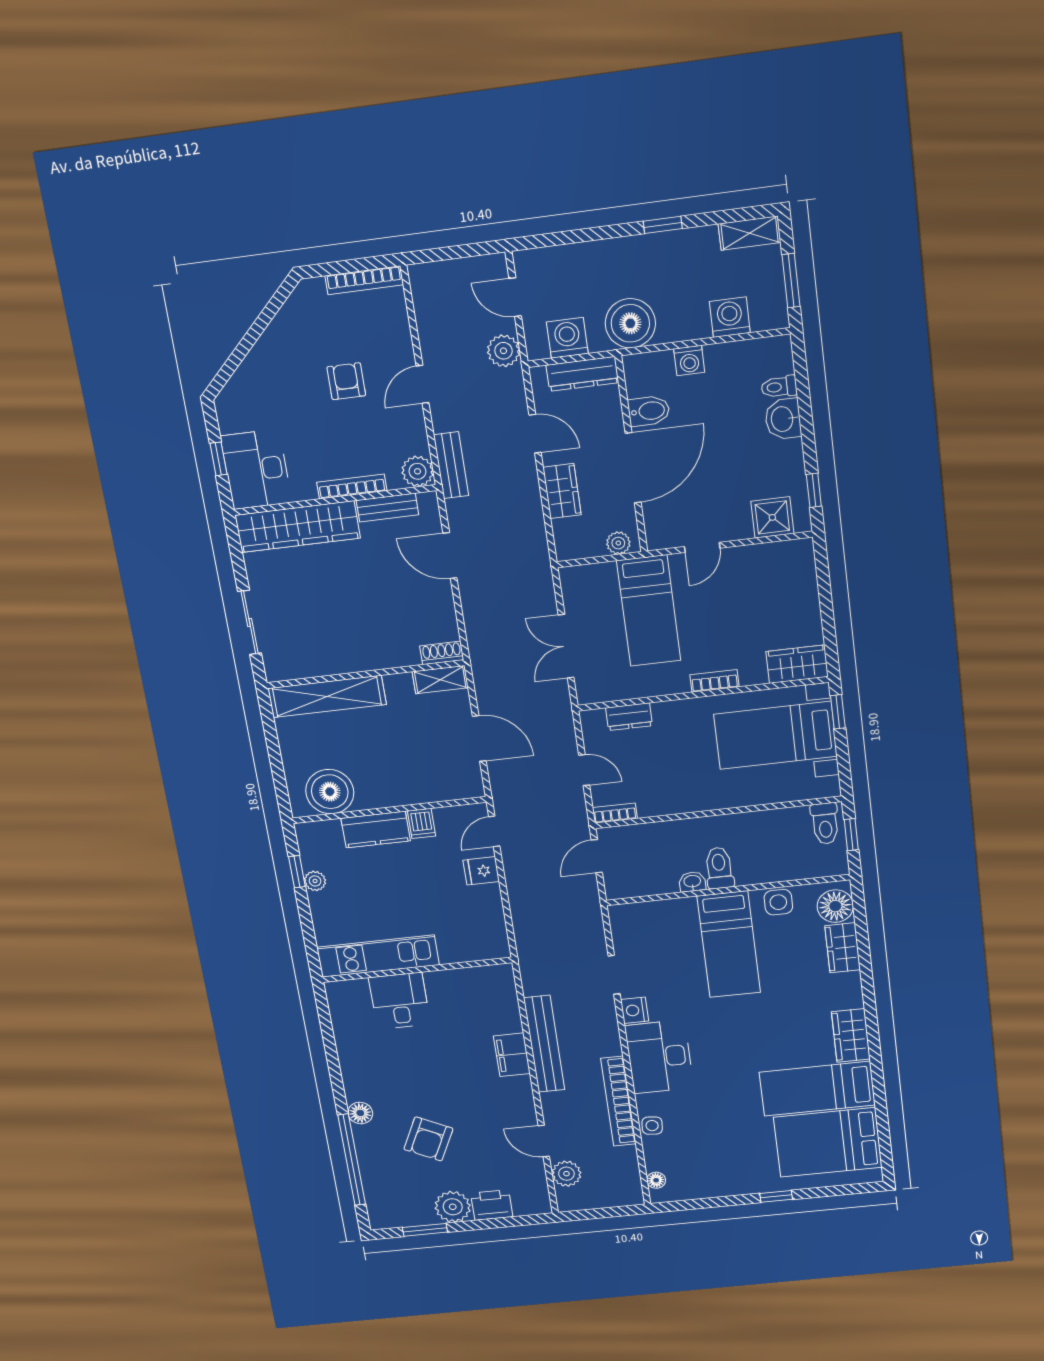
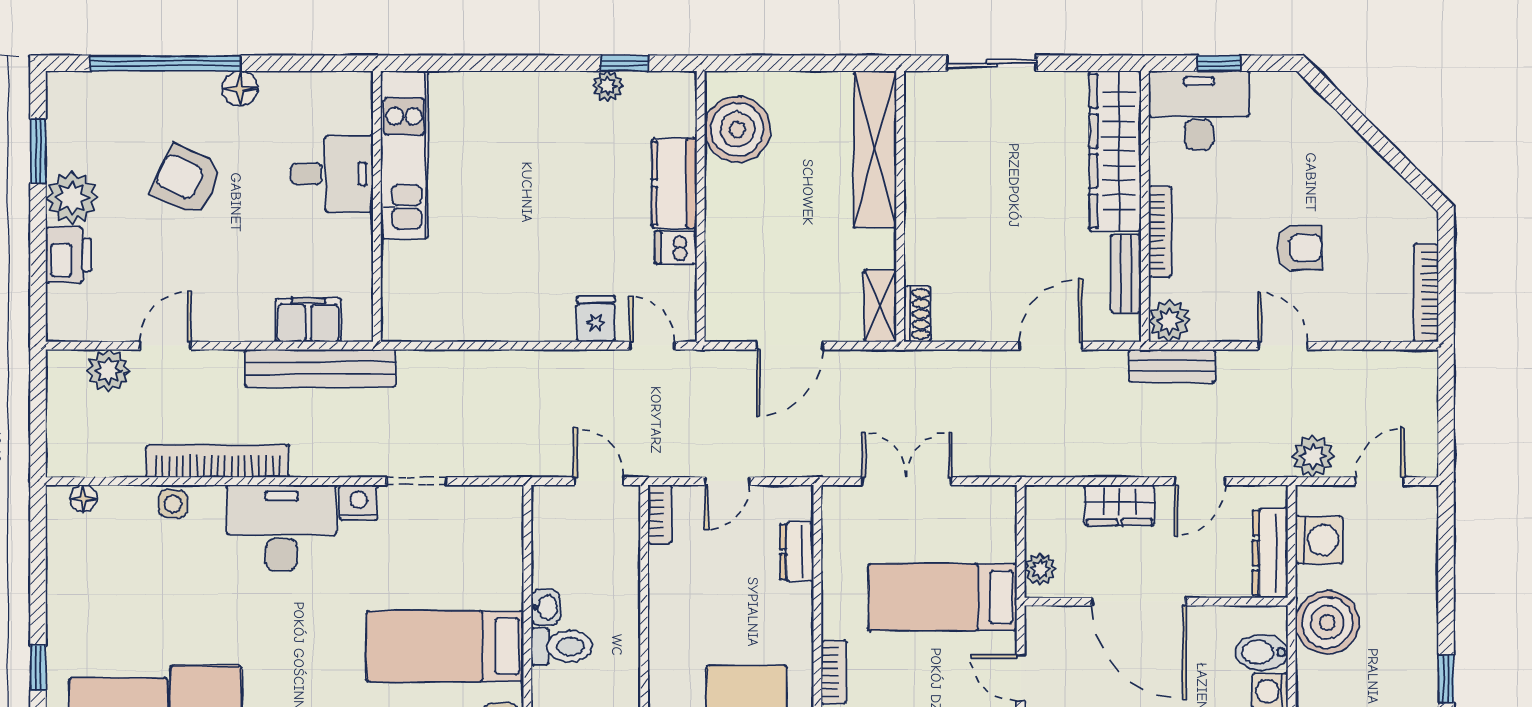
bidet: (649, 411) -> (1262, 652), moved, turned 90
kitchen unit: (378, 956) -> (404, 155), moved
wall: (417, 970) -> (377, 206), moved
desk: (400, 1001) -> (332, 174), moved

